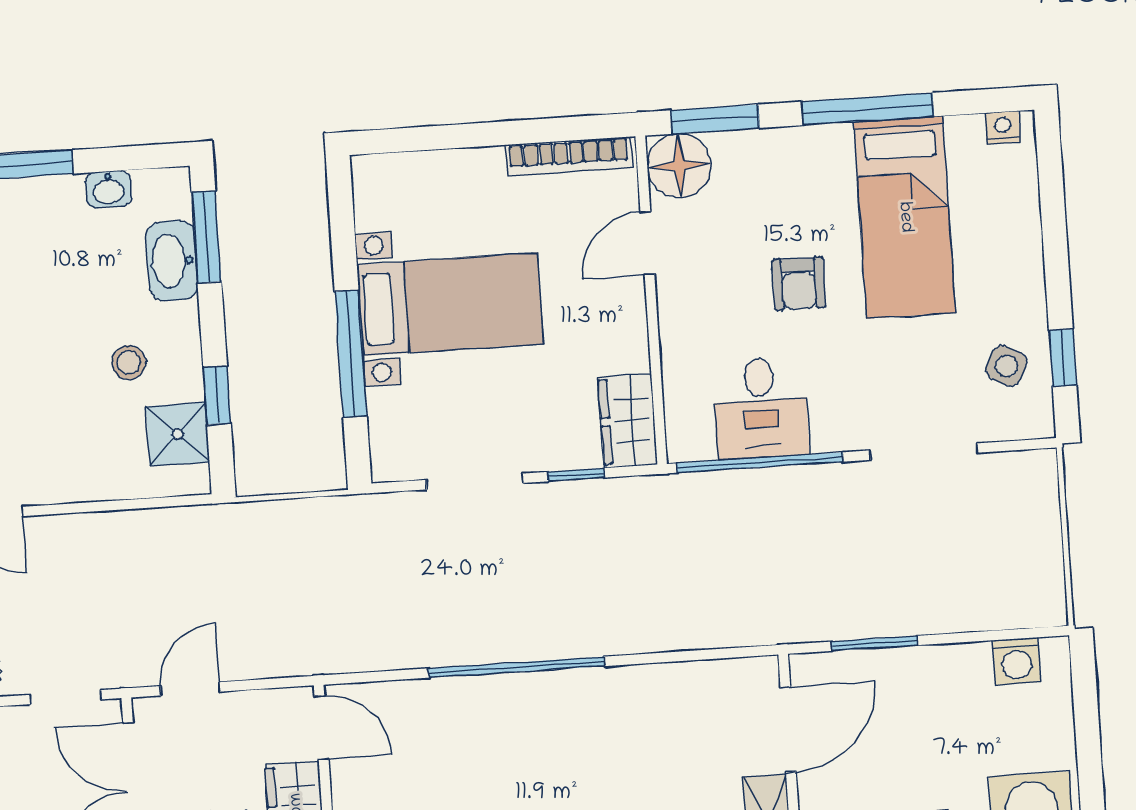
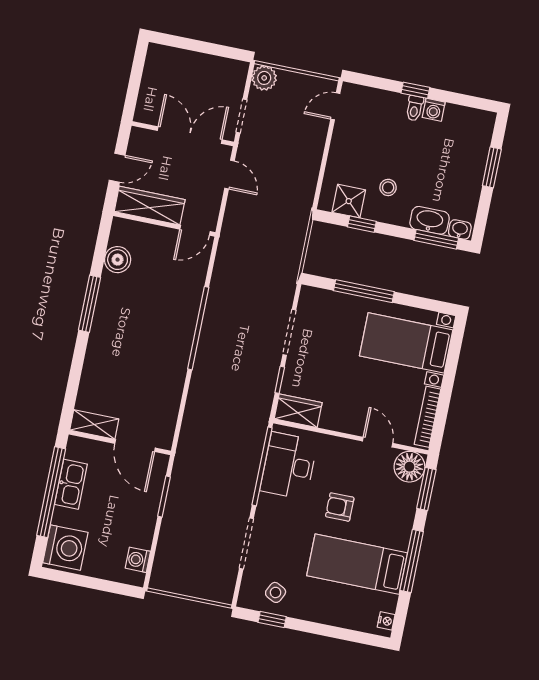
washbasin: (108, 189) -> (460, 229), moved, turned 90
bed with nightstands: (450, 304) -> (406, 343), moved, turned 90
desk: (761, 408) -> (289, 466), width x1.37

